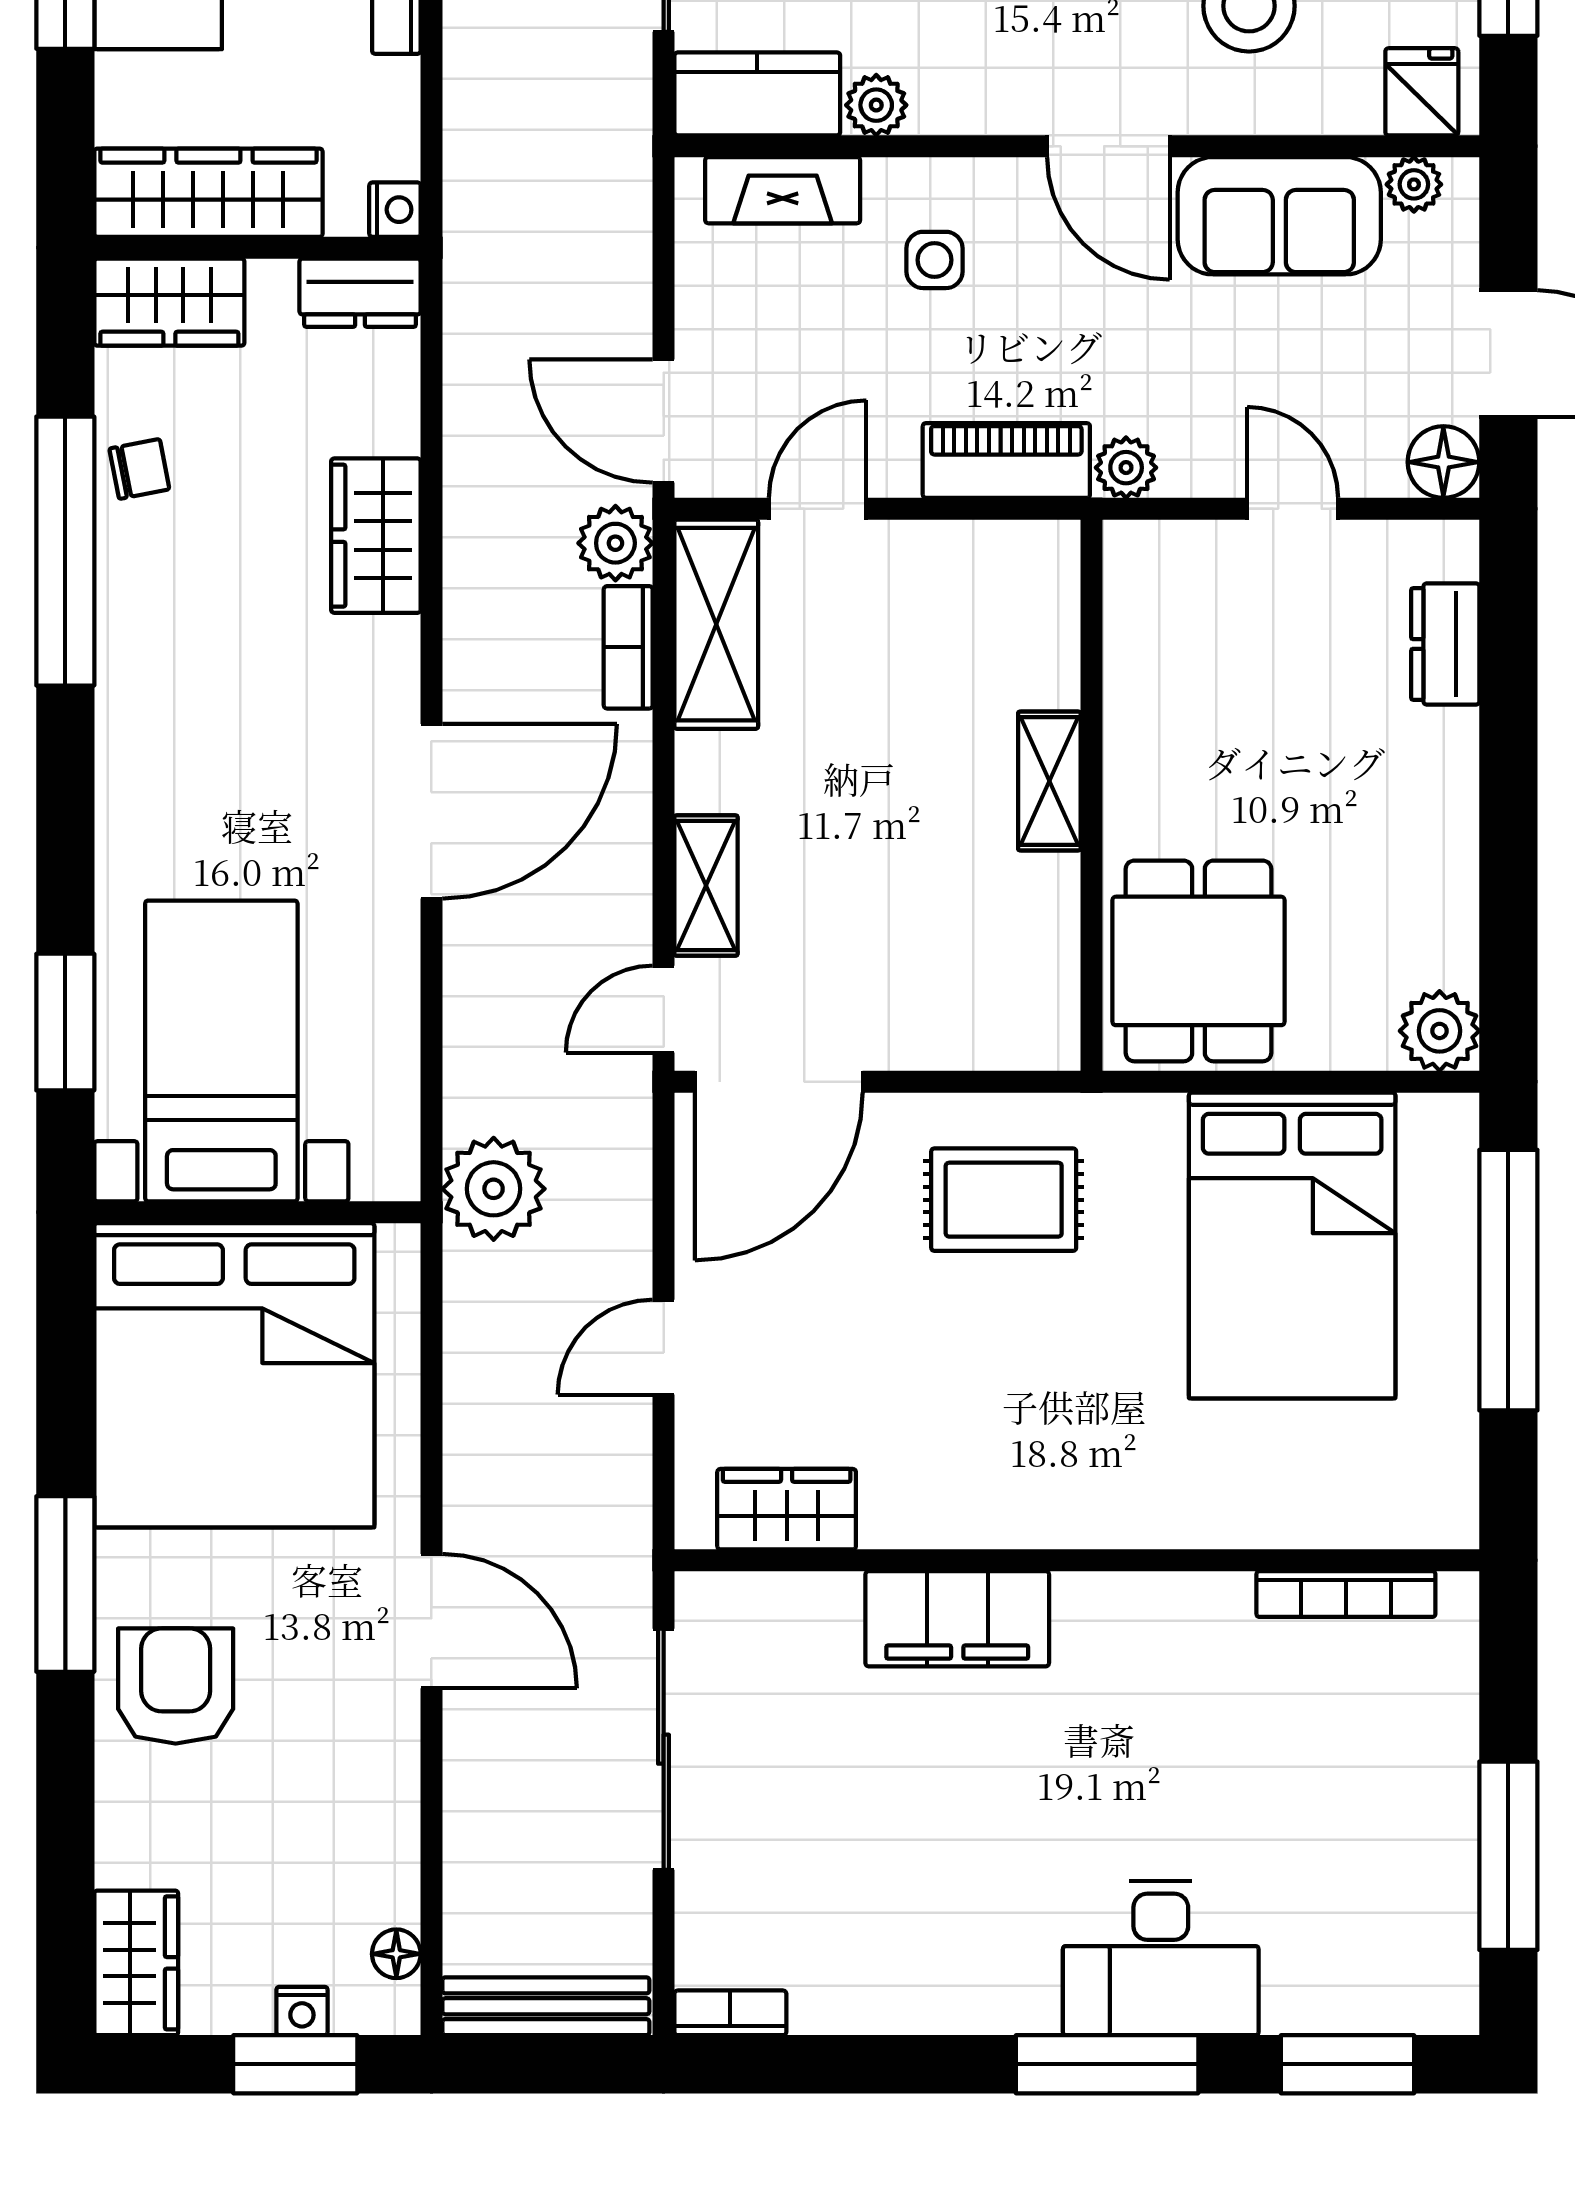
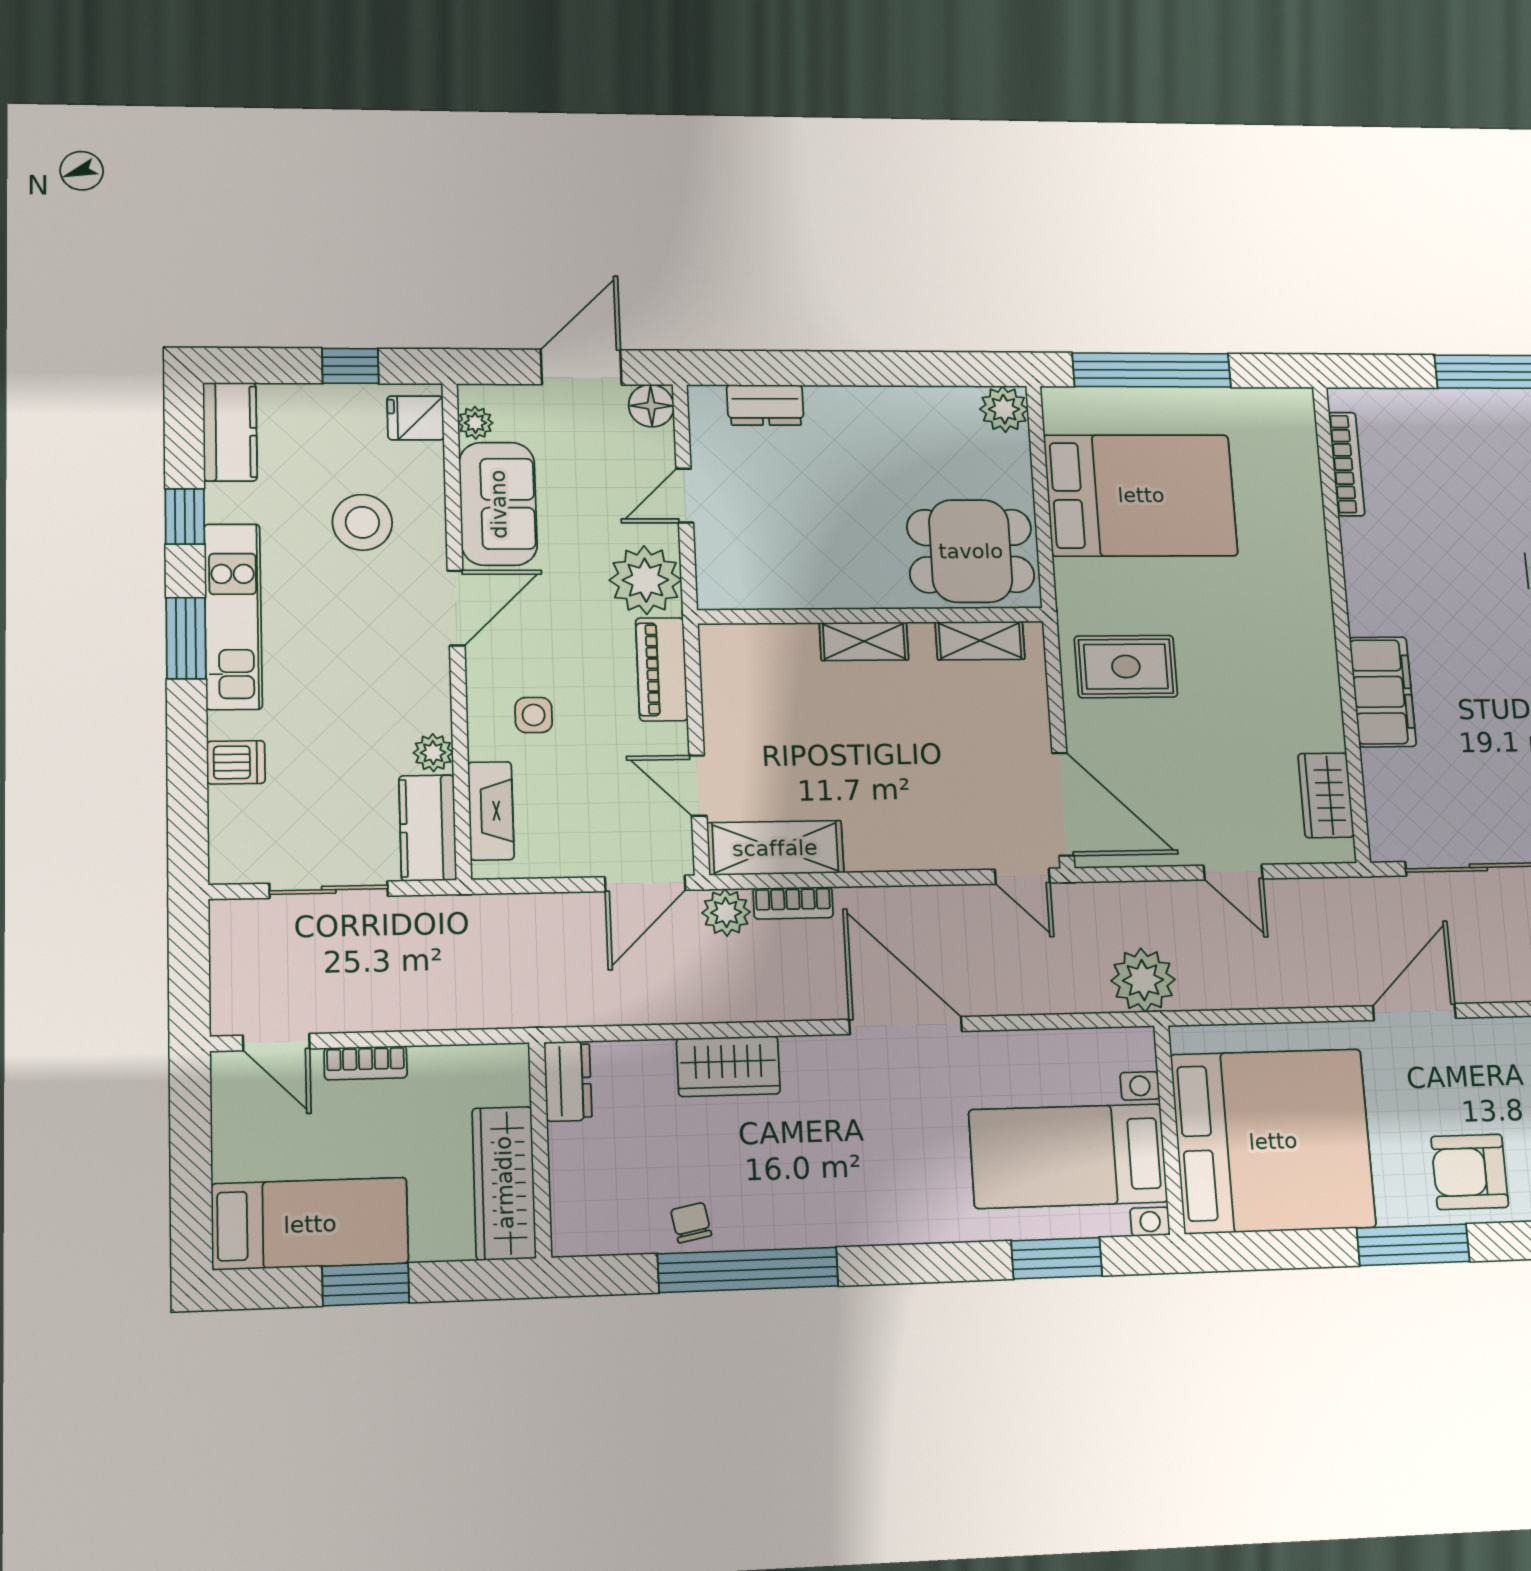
nightstand: (395, 210) -> (512, 1060), removed
wardrobe: (169, 302) -> (579, 1207), removed
plant: (1126, 468) -> (645, 580), width x1.88, depth x1.88
shelving: (706, 886) -> (980, 641), moved
rug: (1004, 1200) -> (1126, 667), turned 90

